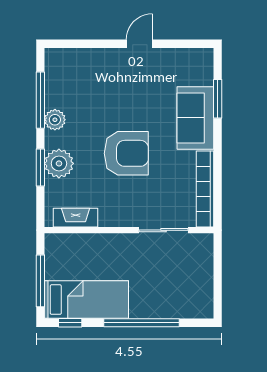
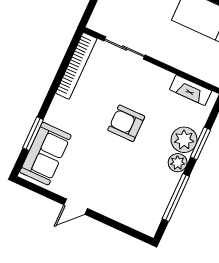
sofa: (195, 118) -> (45, 154), moved
plant: (55, 120) -> (178, 163), moved
armchair: (126, 153) -> (126, 123), width x0.73, depth x0.73

